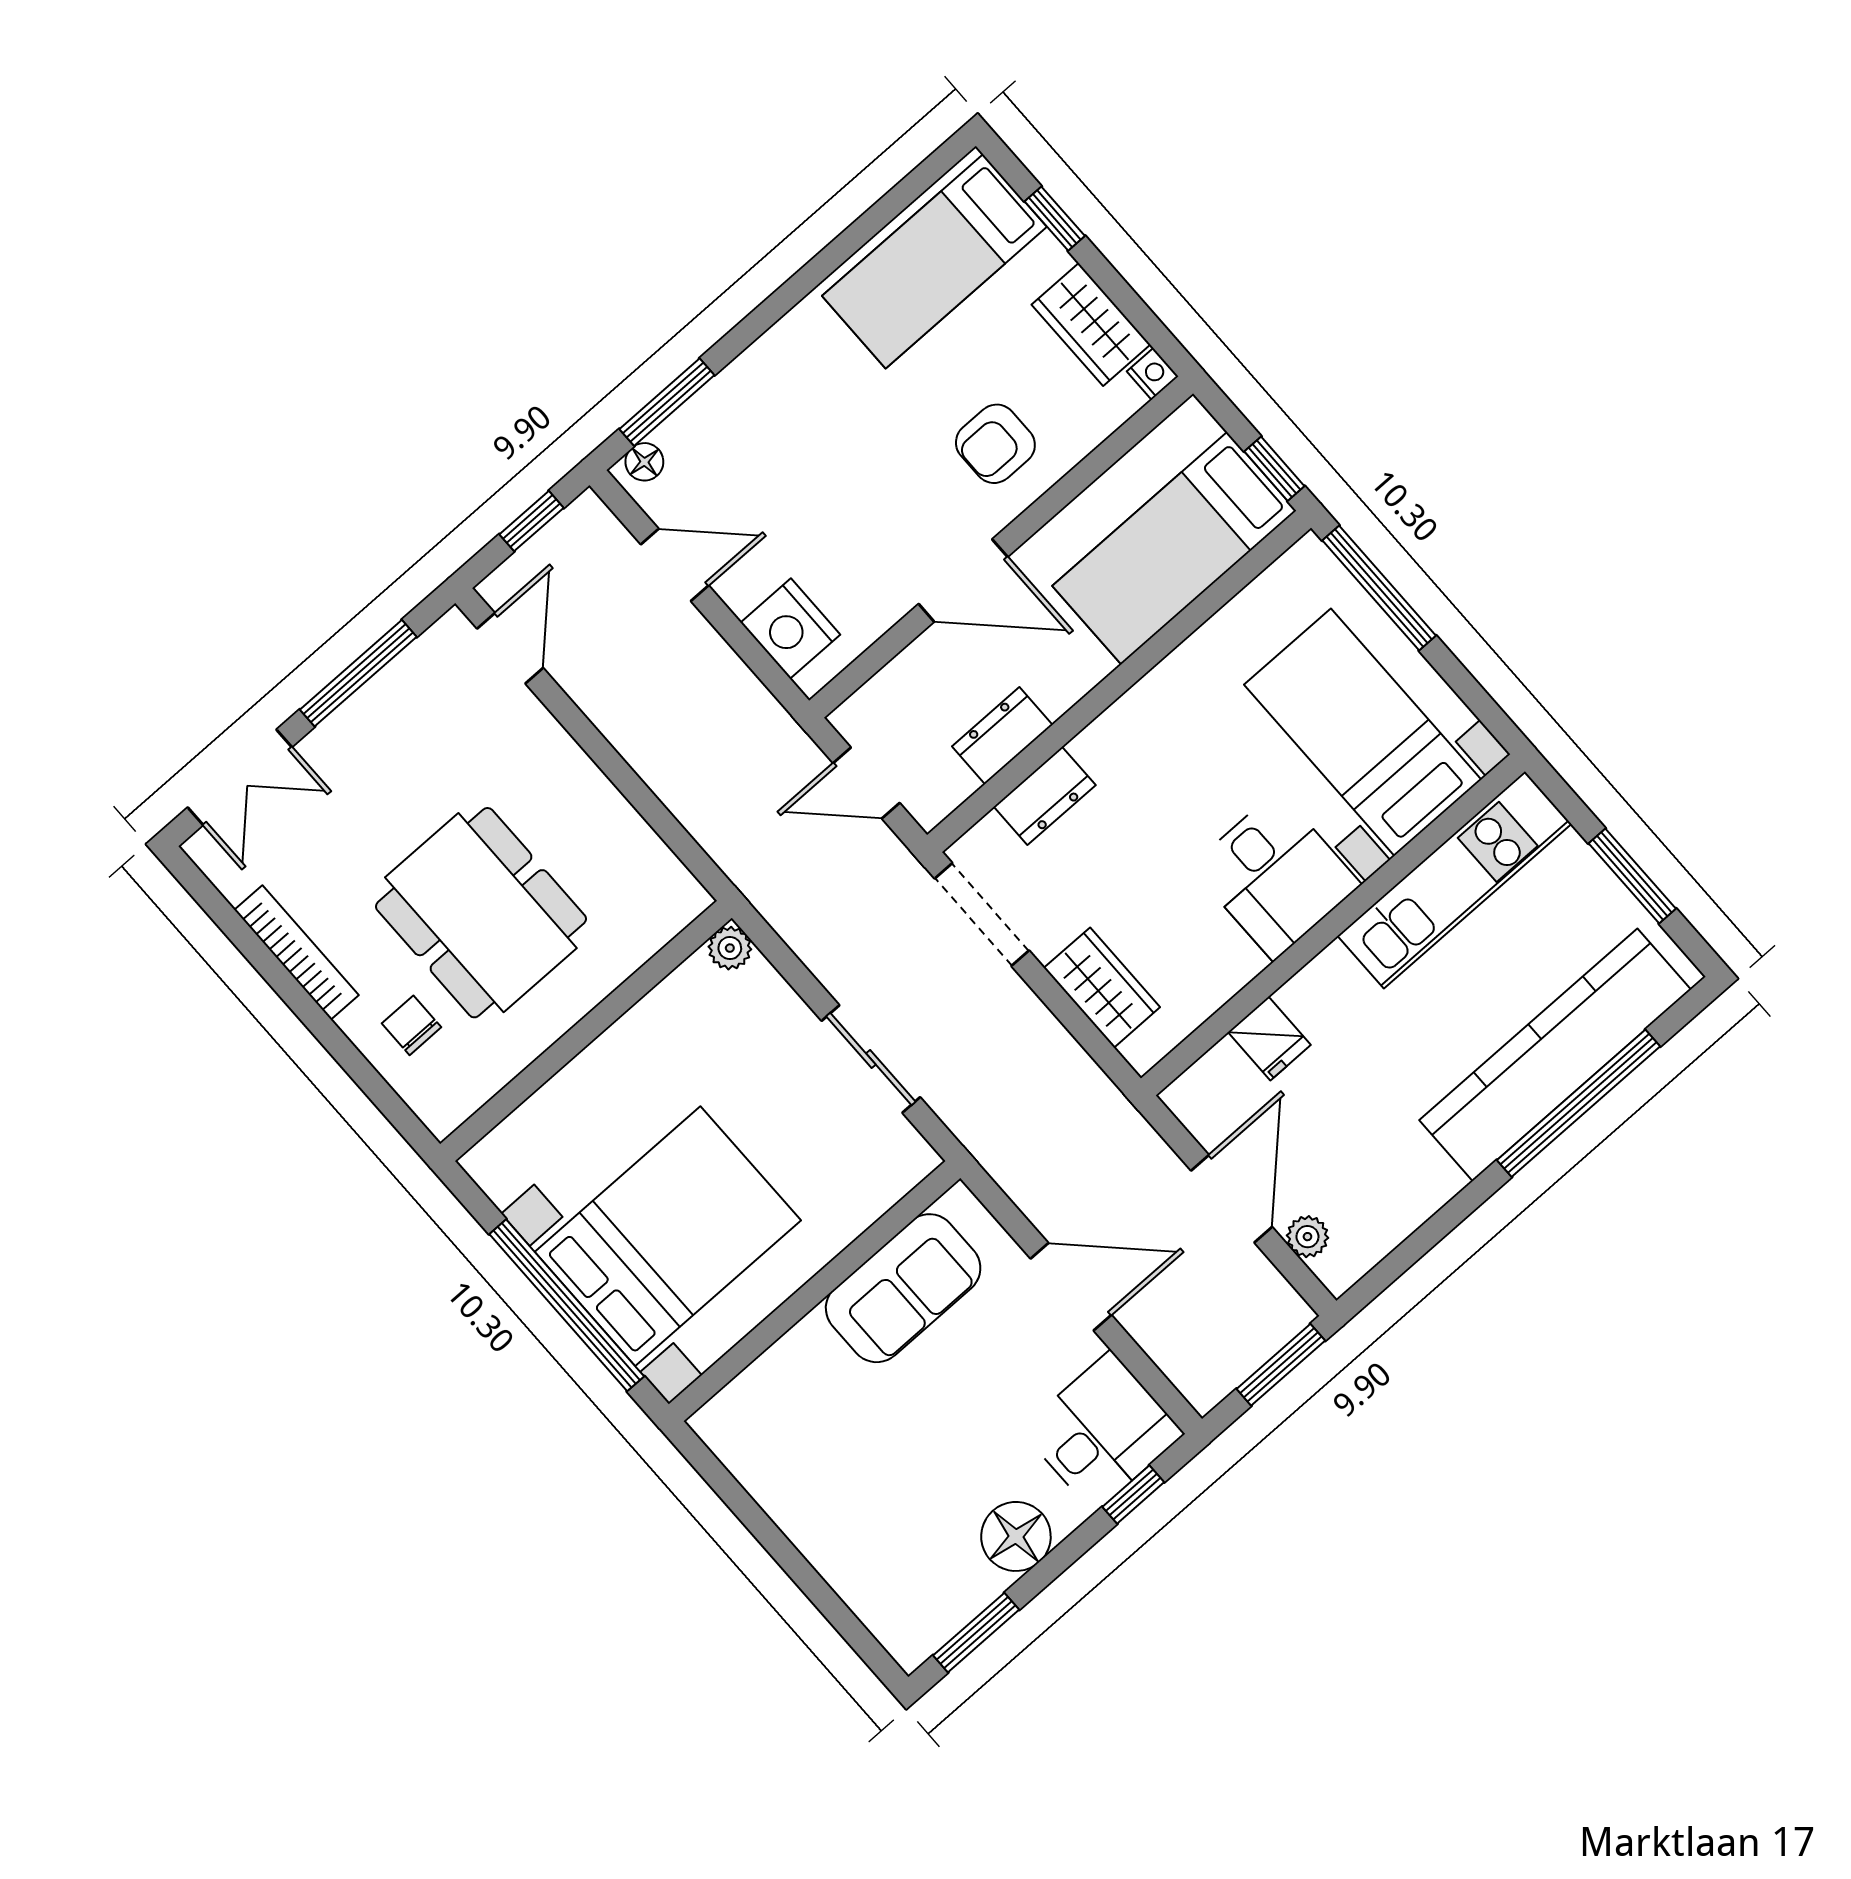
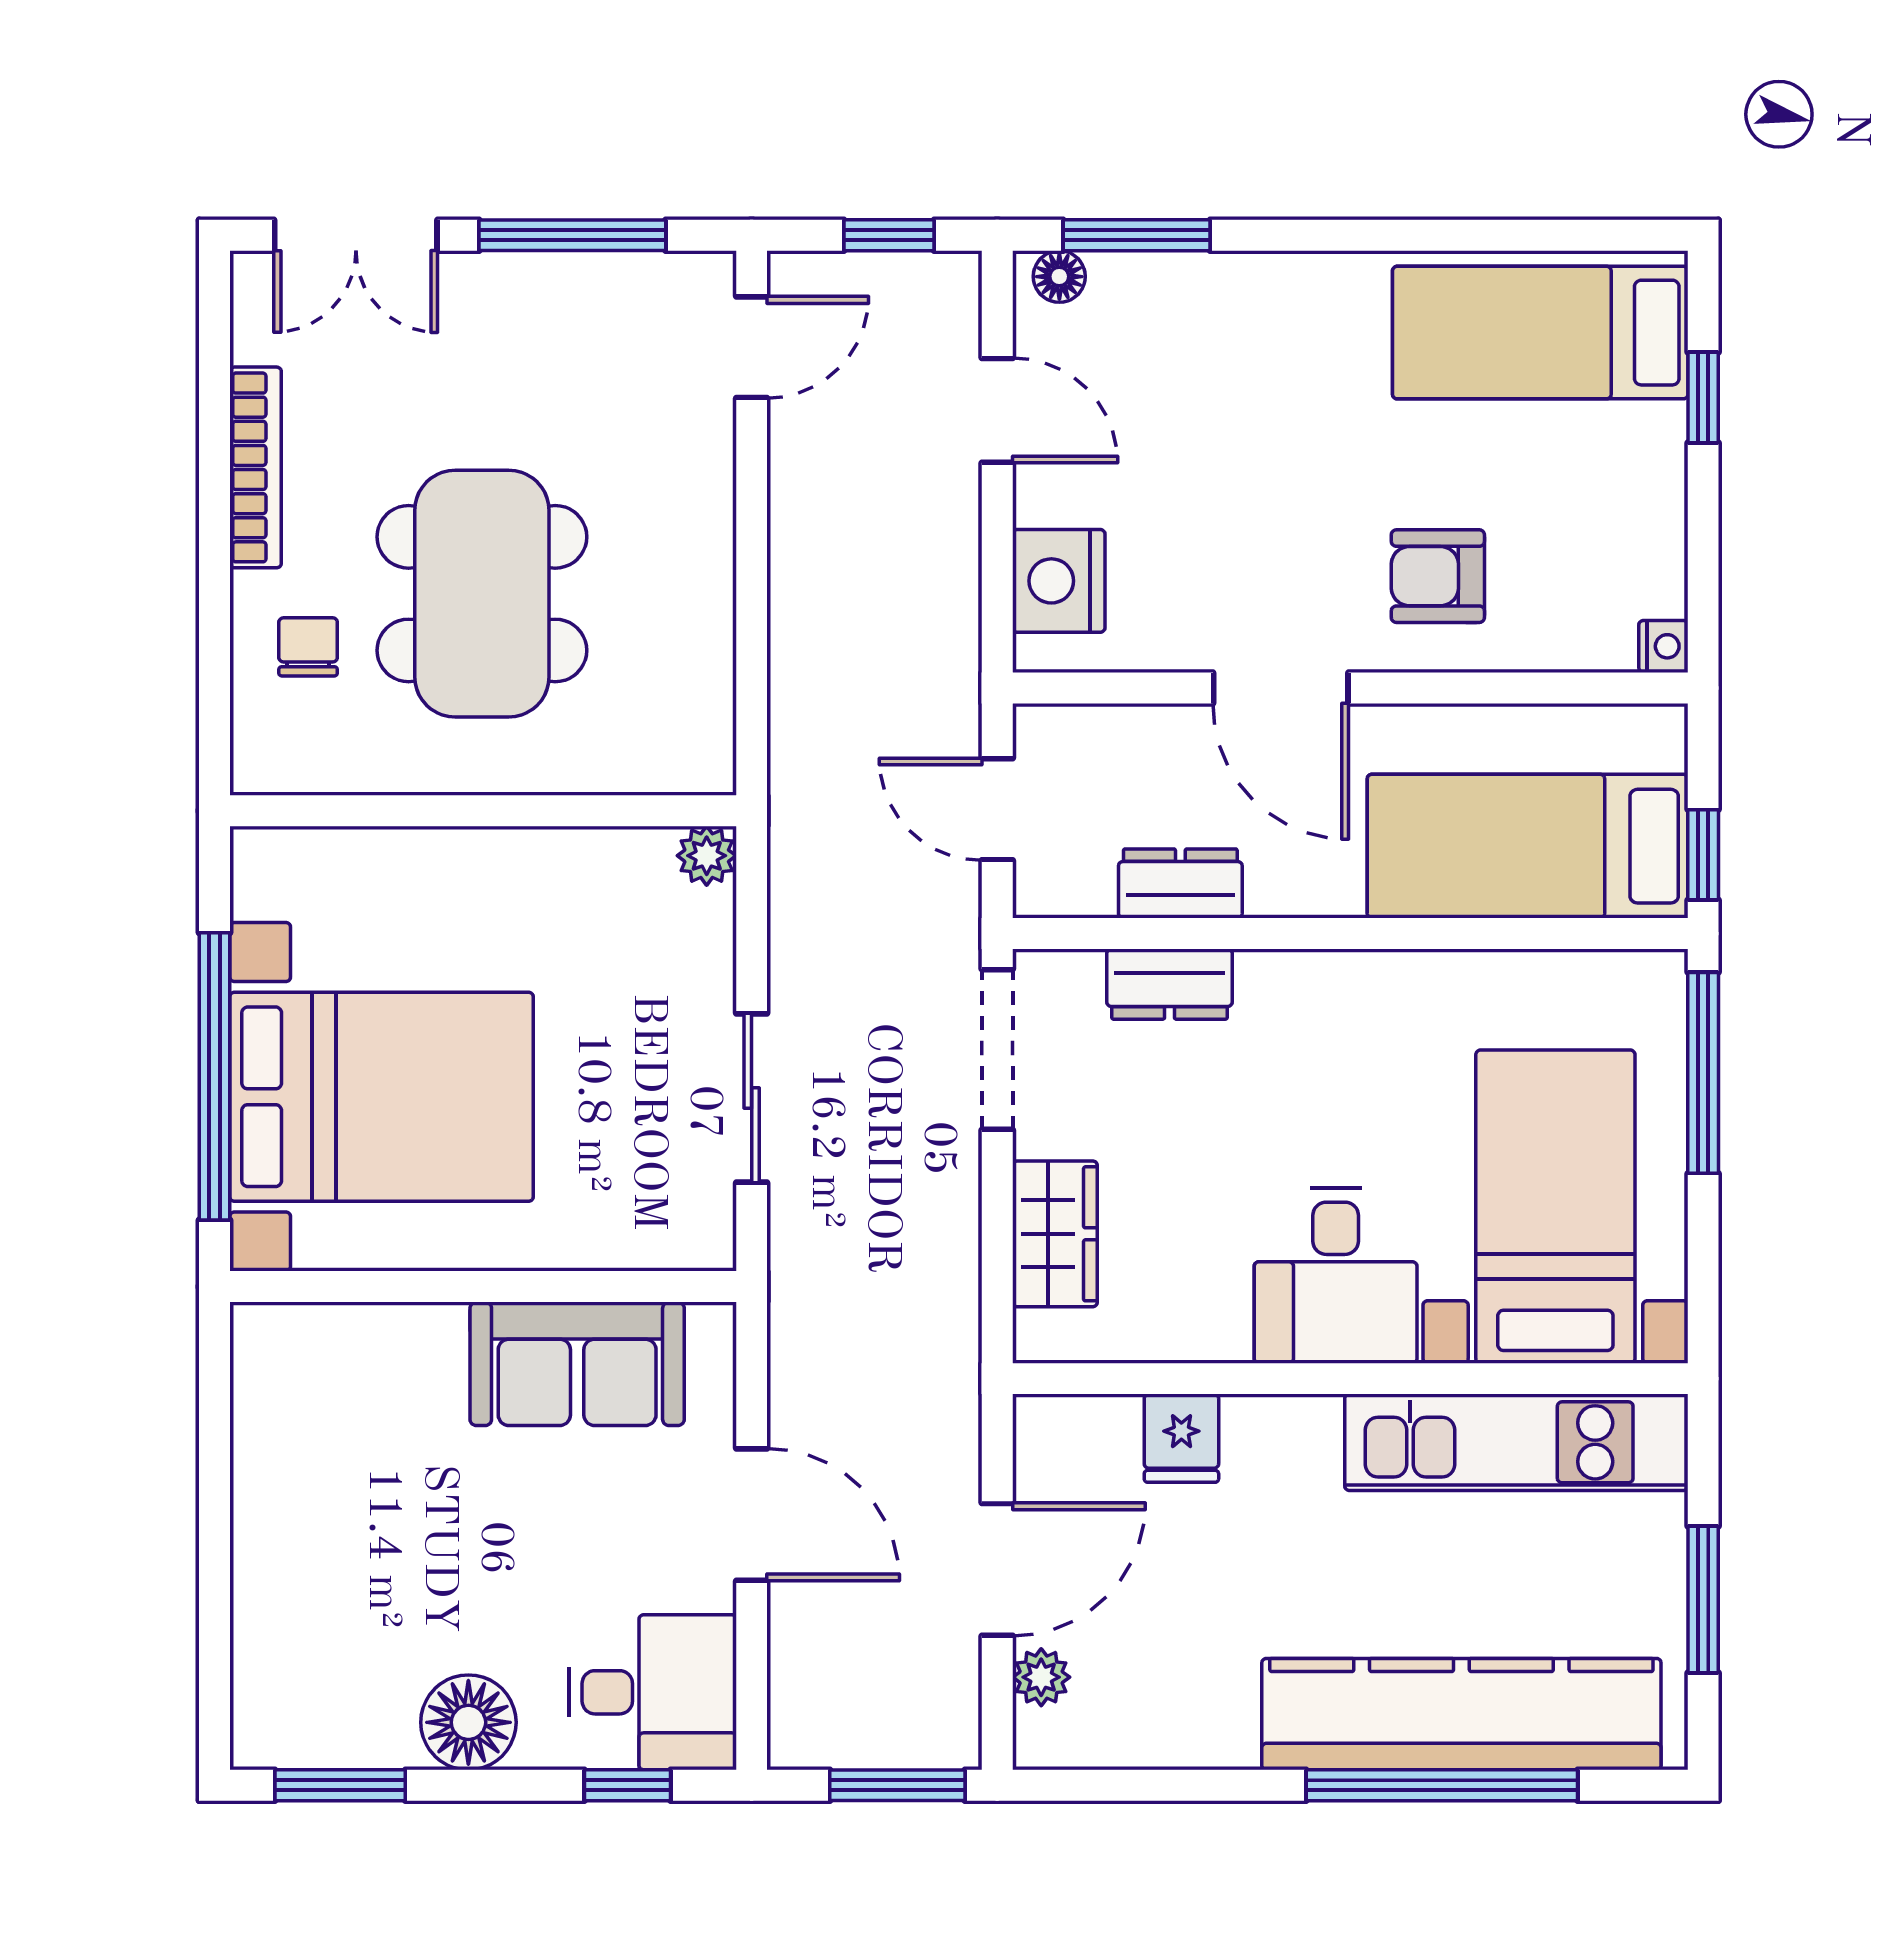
wardrobe: (1091, 325) -> (1645, 540), removed

